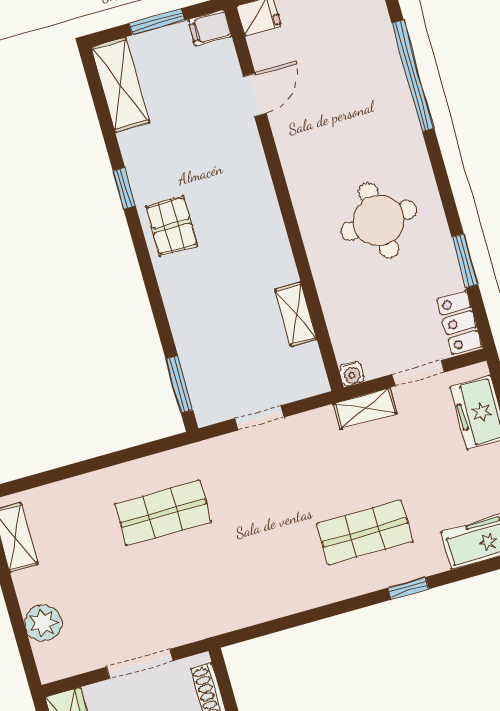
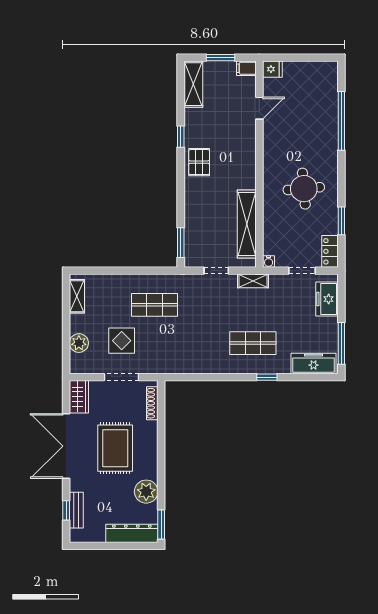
shelving: (296, 314) -> (247, 224), width x2.20, depth x1.33
shelving: (365, 408) -> (253, 281), moved
display table: (121, 596) -> (122, 341), added

